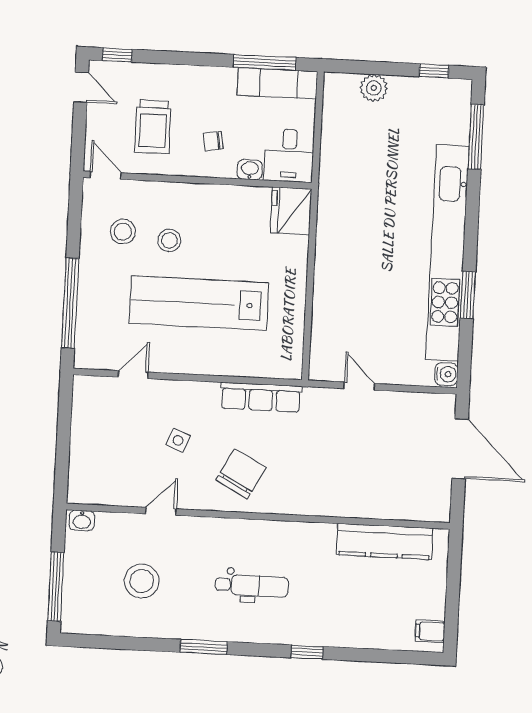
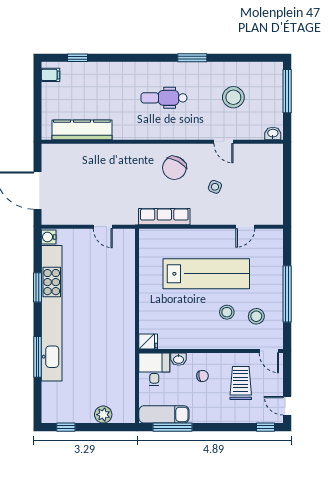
window: (476, 137) -> (37, 357), moved
fridge: (291, 211) -> (148, 341), width x0.53, depth x0.75
window: (70, 303) -> (287, 294), moved
door: (161, 511) -> (224, 142), hinge flipped
window: (307, 652) -> (77, 58), moved

